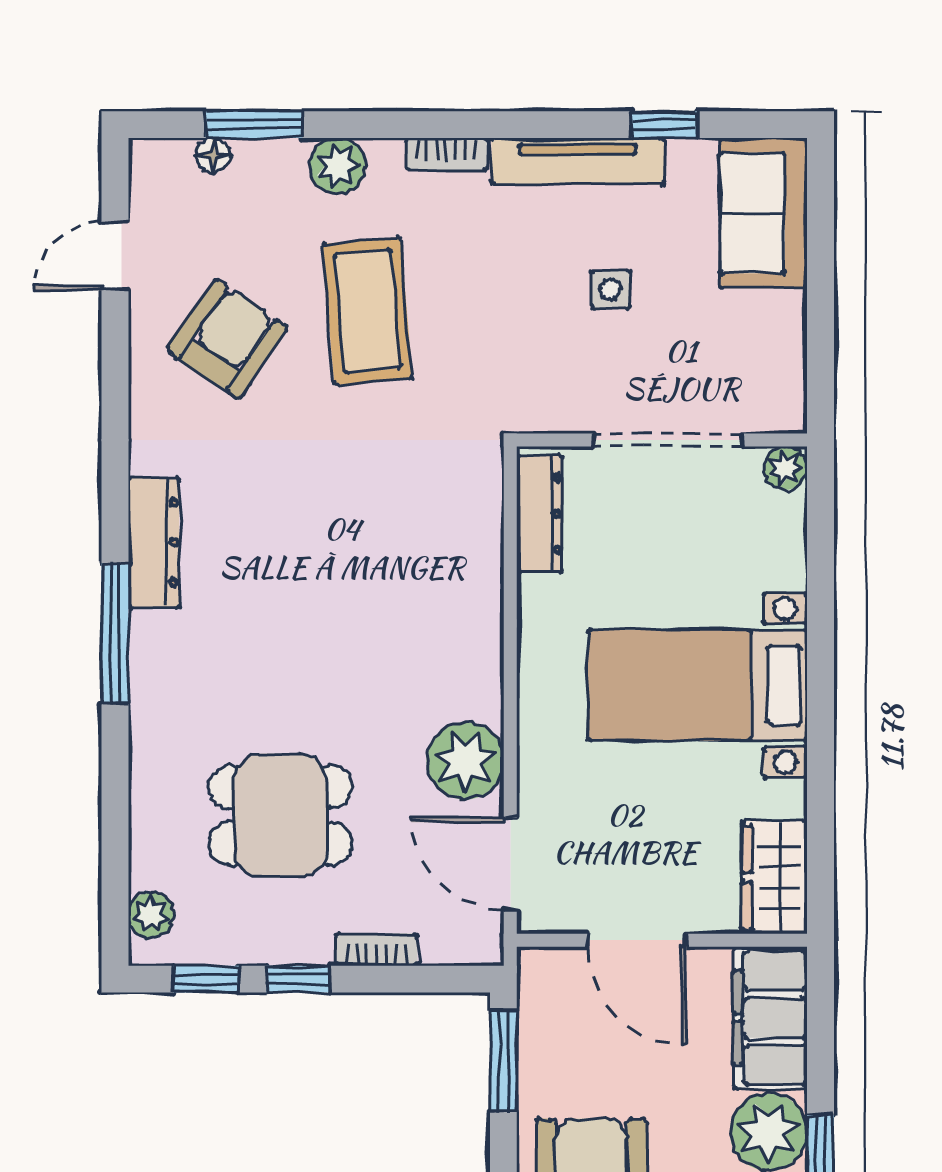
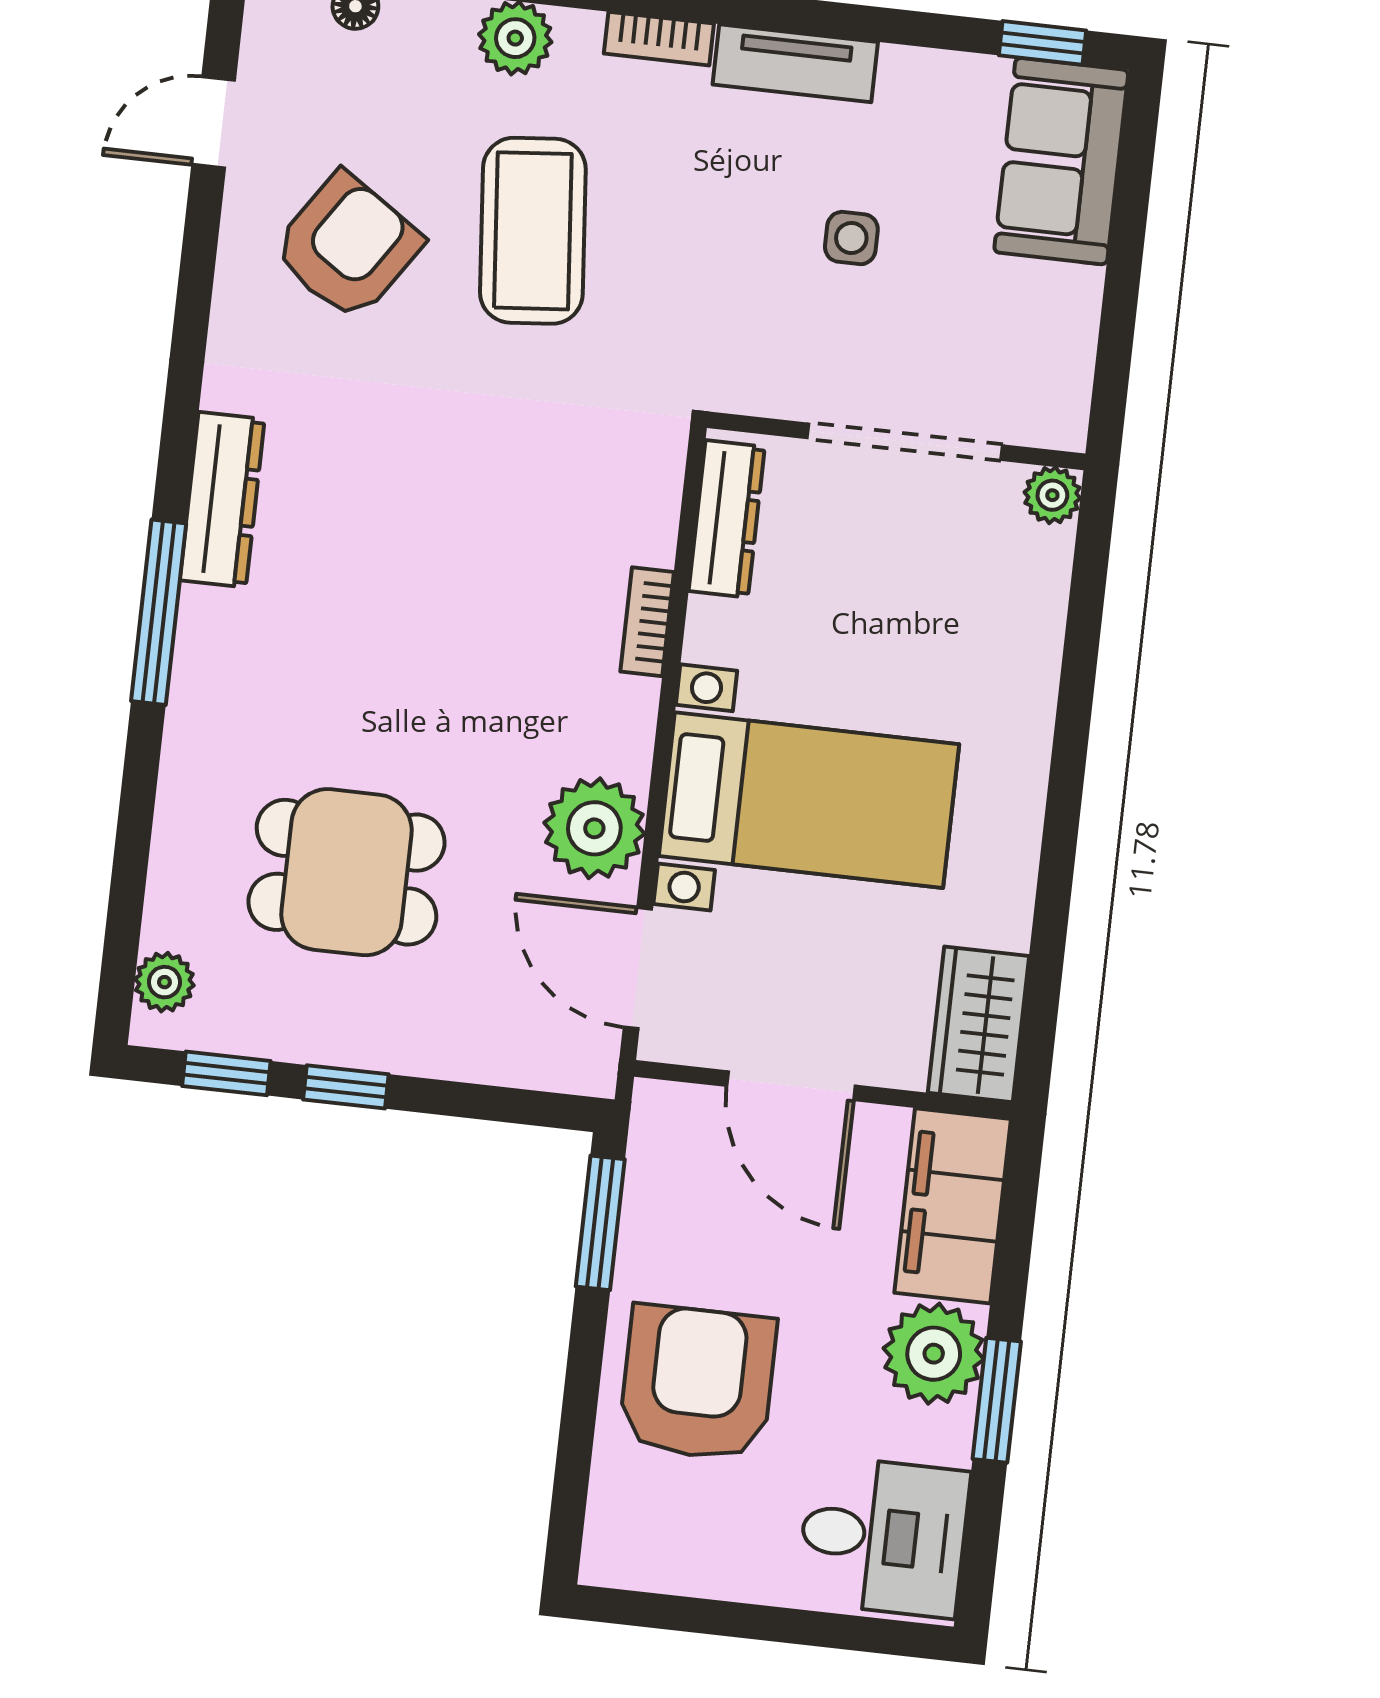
window: (664, 125) -> (1042, 43), moved
tv unit: (578, 161) -> (795, 63), width x0.71
bed with nightstands: (698, 685) -> (809, 800), moved, turned 180
bookcase: (377, 950) -> (647, 622), moved, turned -90

